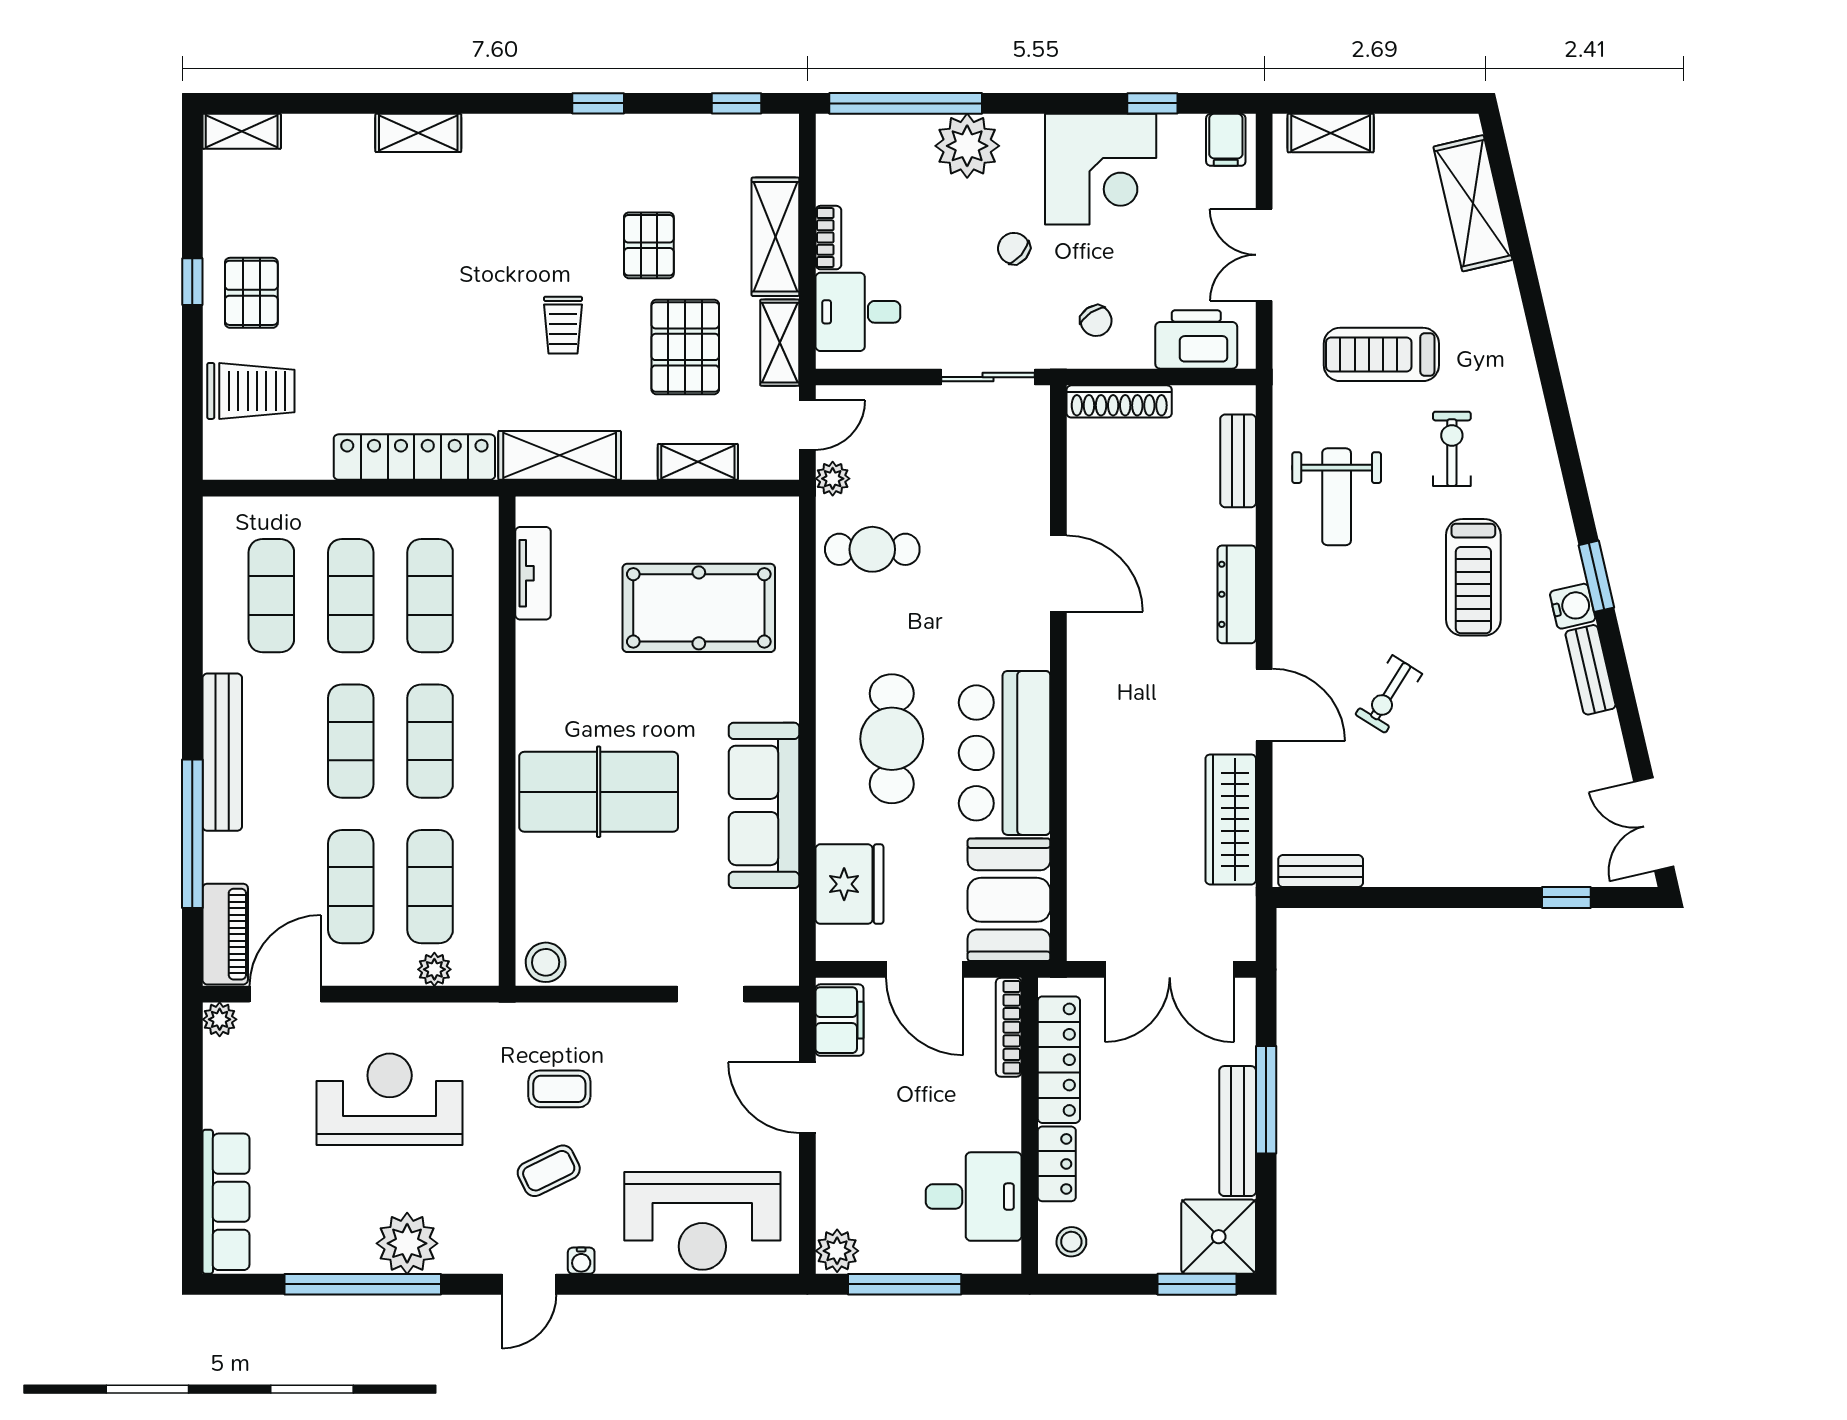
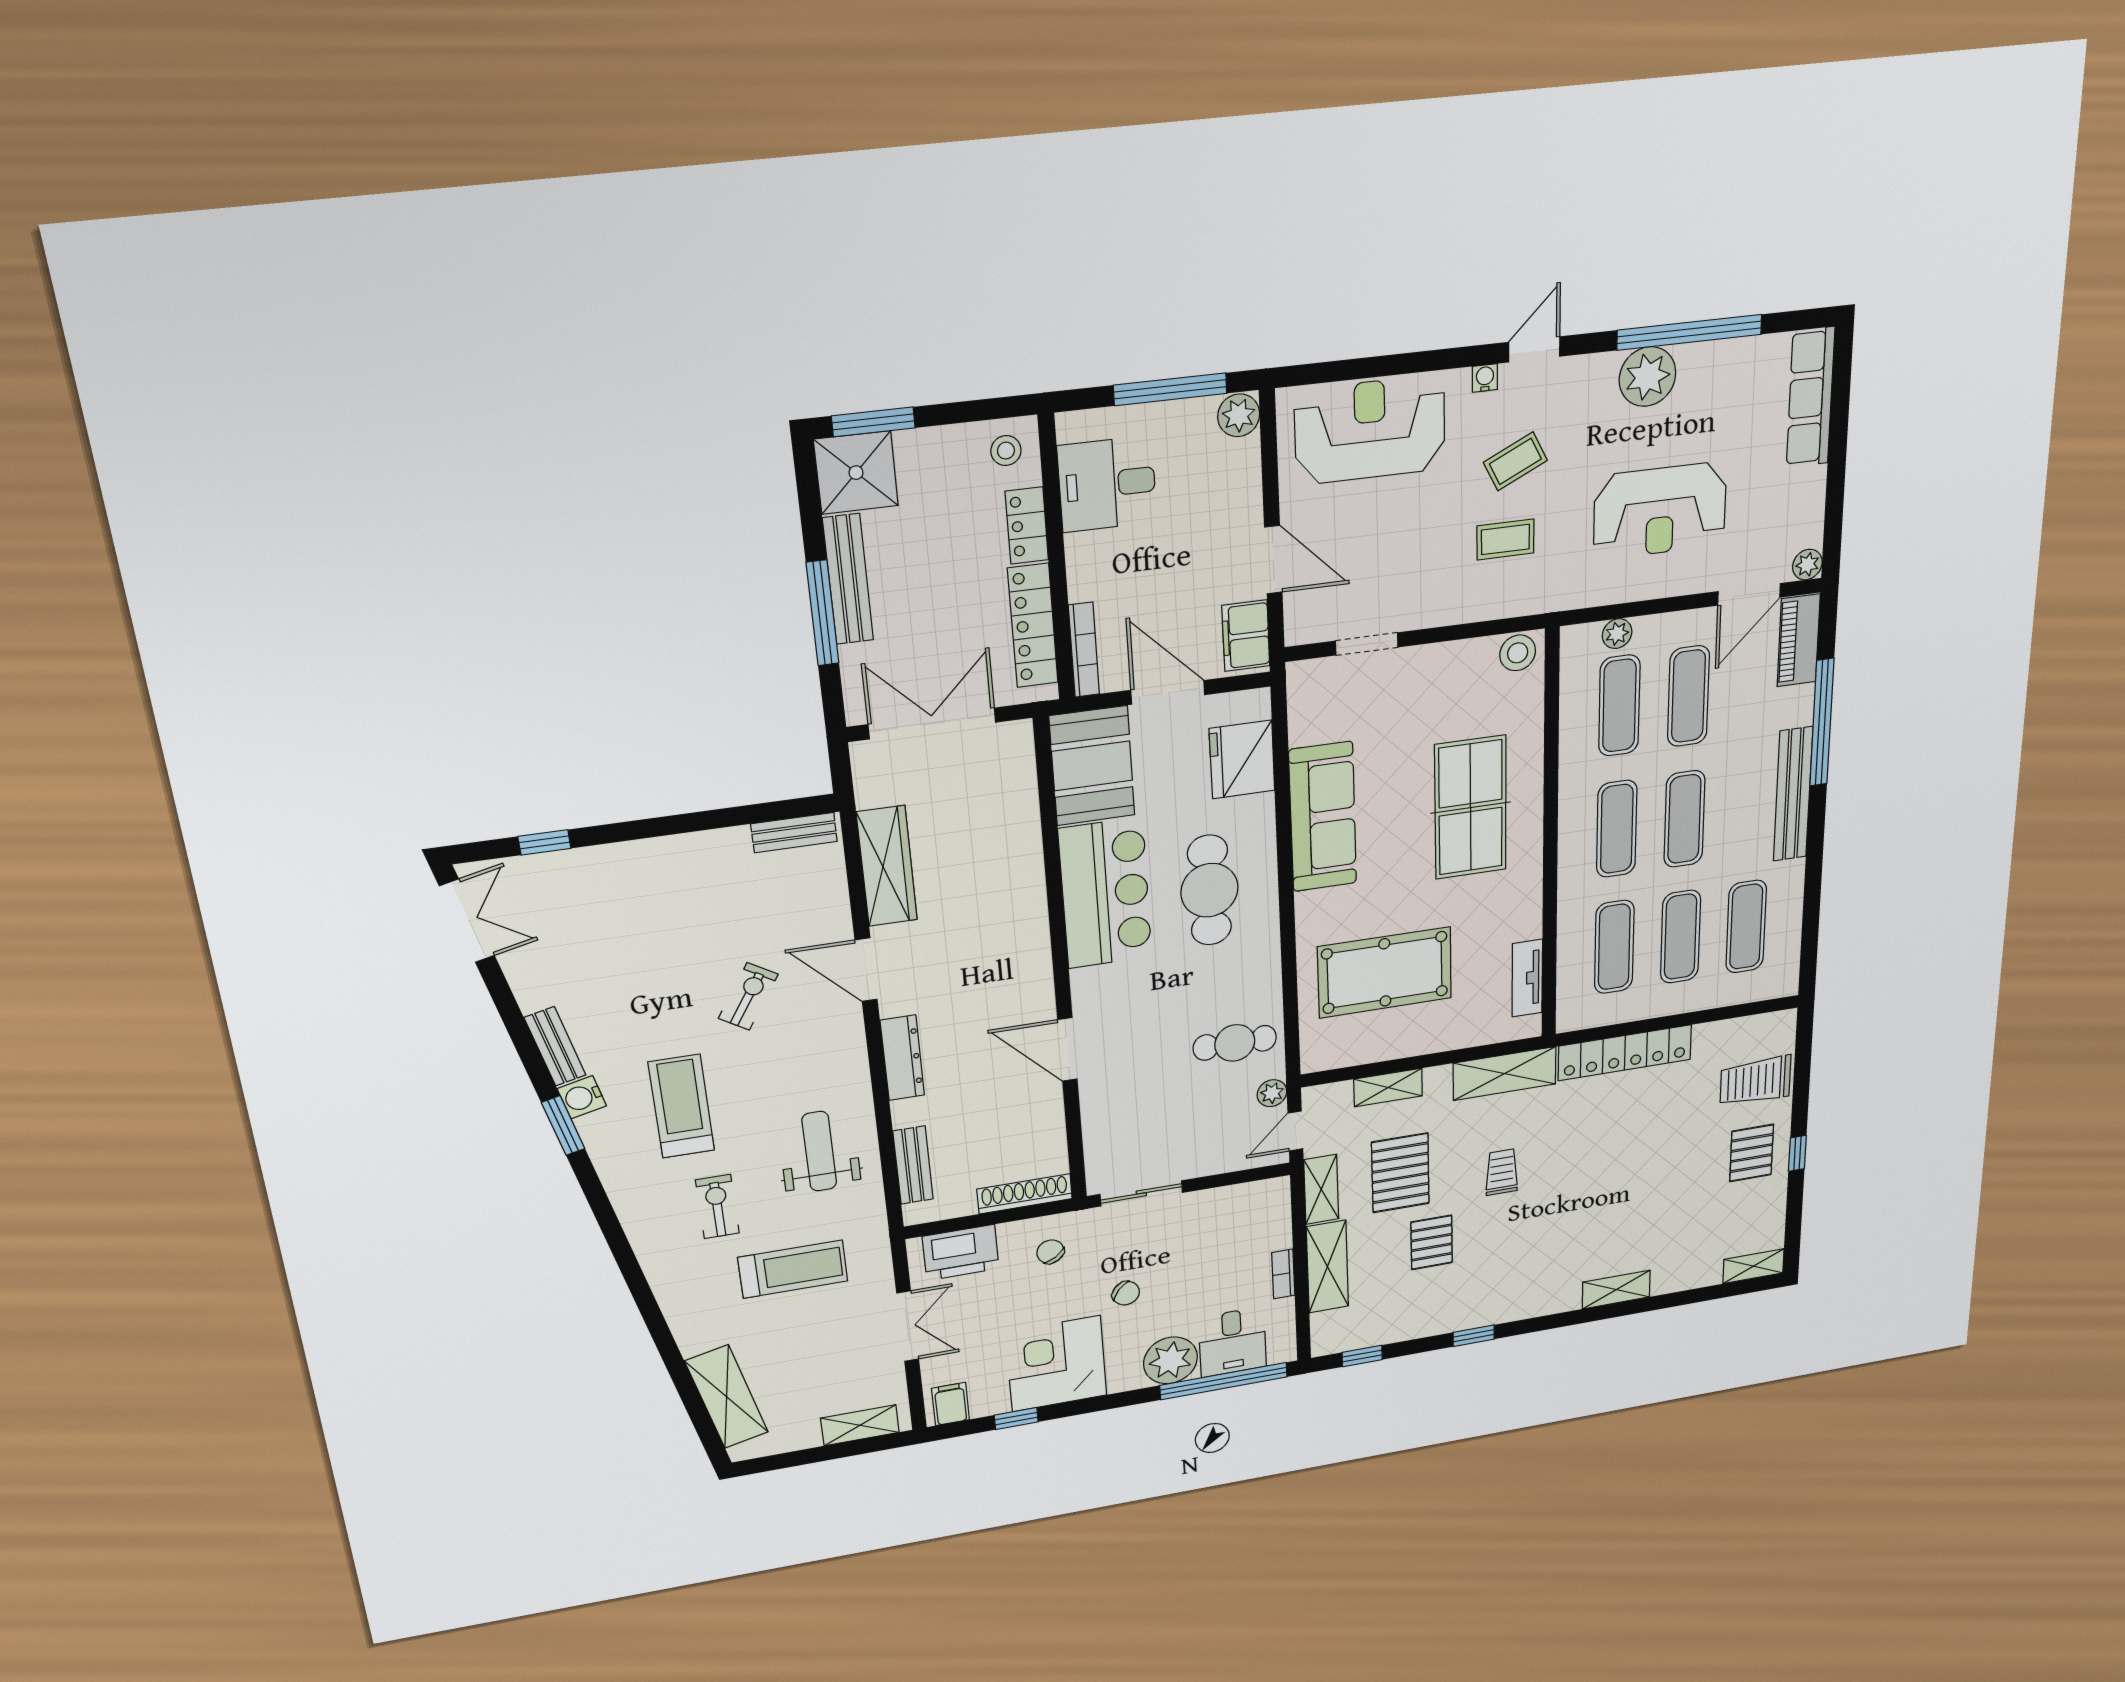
desk: (858, 312) -> (1232, 1342), moved, turned 90
exercise bike: (1452, 449) -> (717, 1207), turned 180
table tennis table: (599, 792) -> (1471, 808), turned 90

